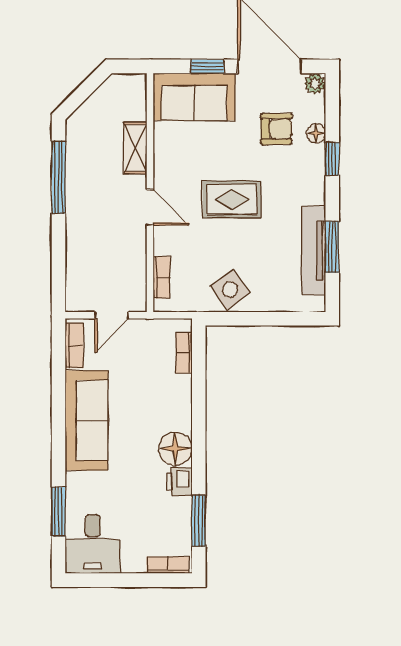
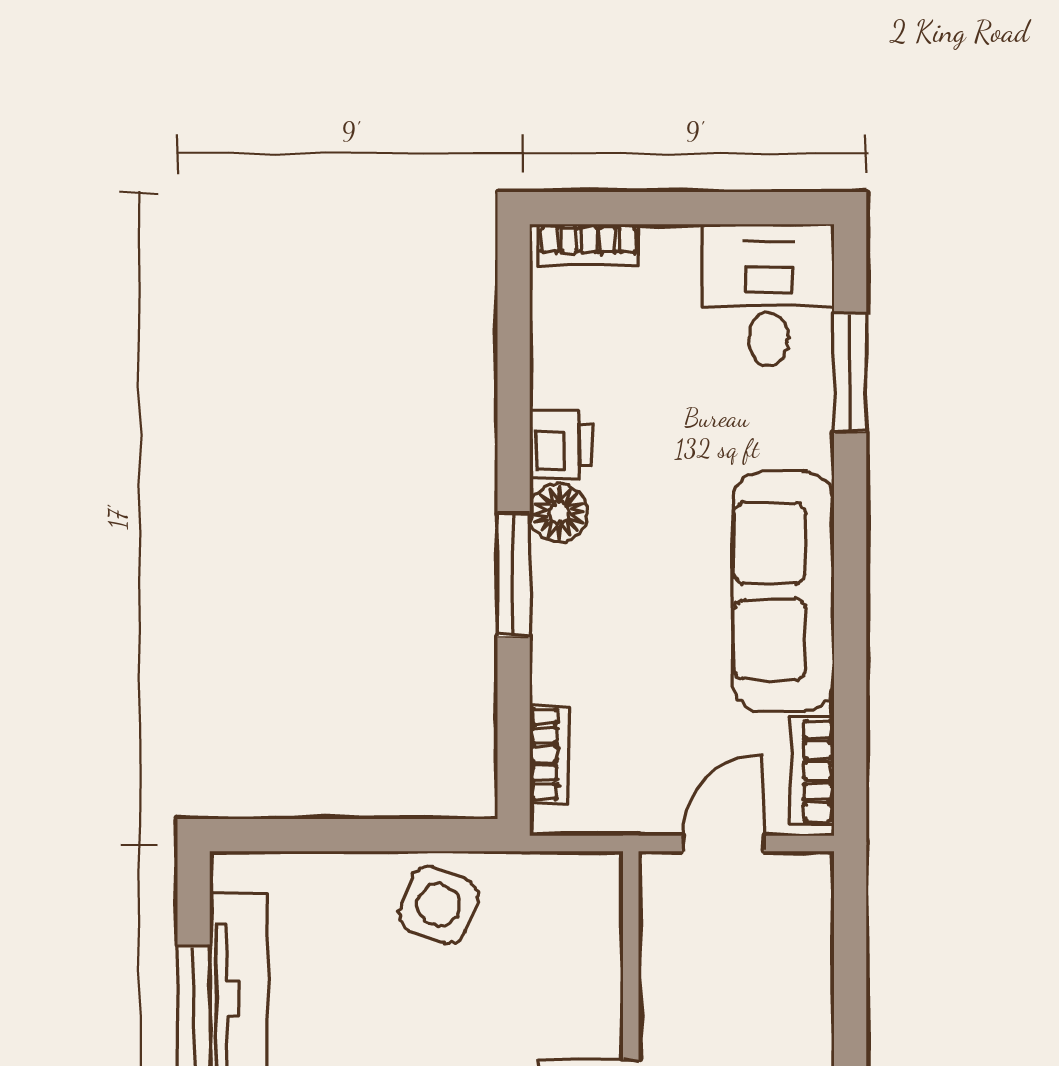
bookcase: (162, 277) -> (603, 934), removed
side table: (230, 290) -> (438, 905), turned -33
floor lamp: (175, 449) -> (559, 513), width x0.73, depth x0.73
window: (199, 521) -> (514, 575), moved

